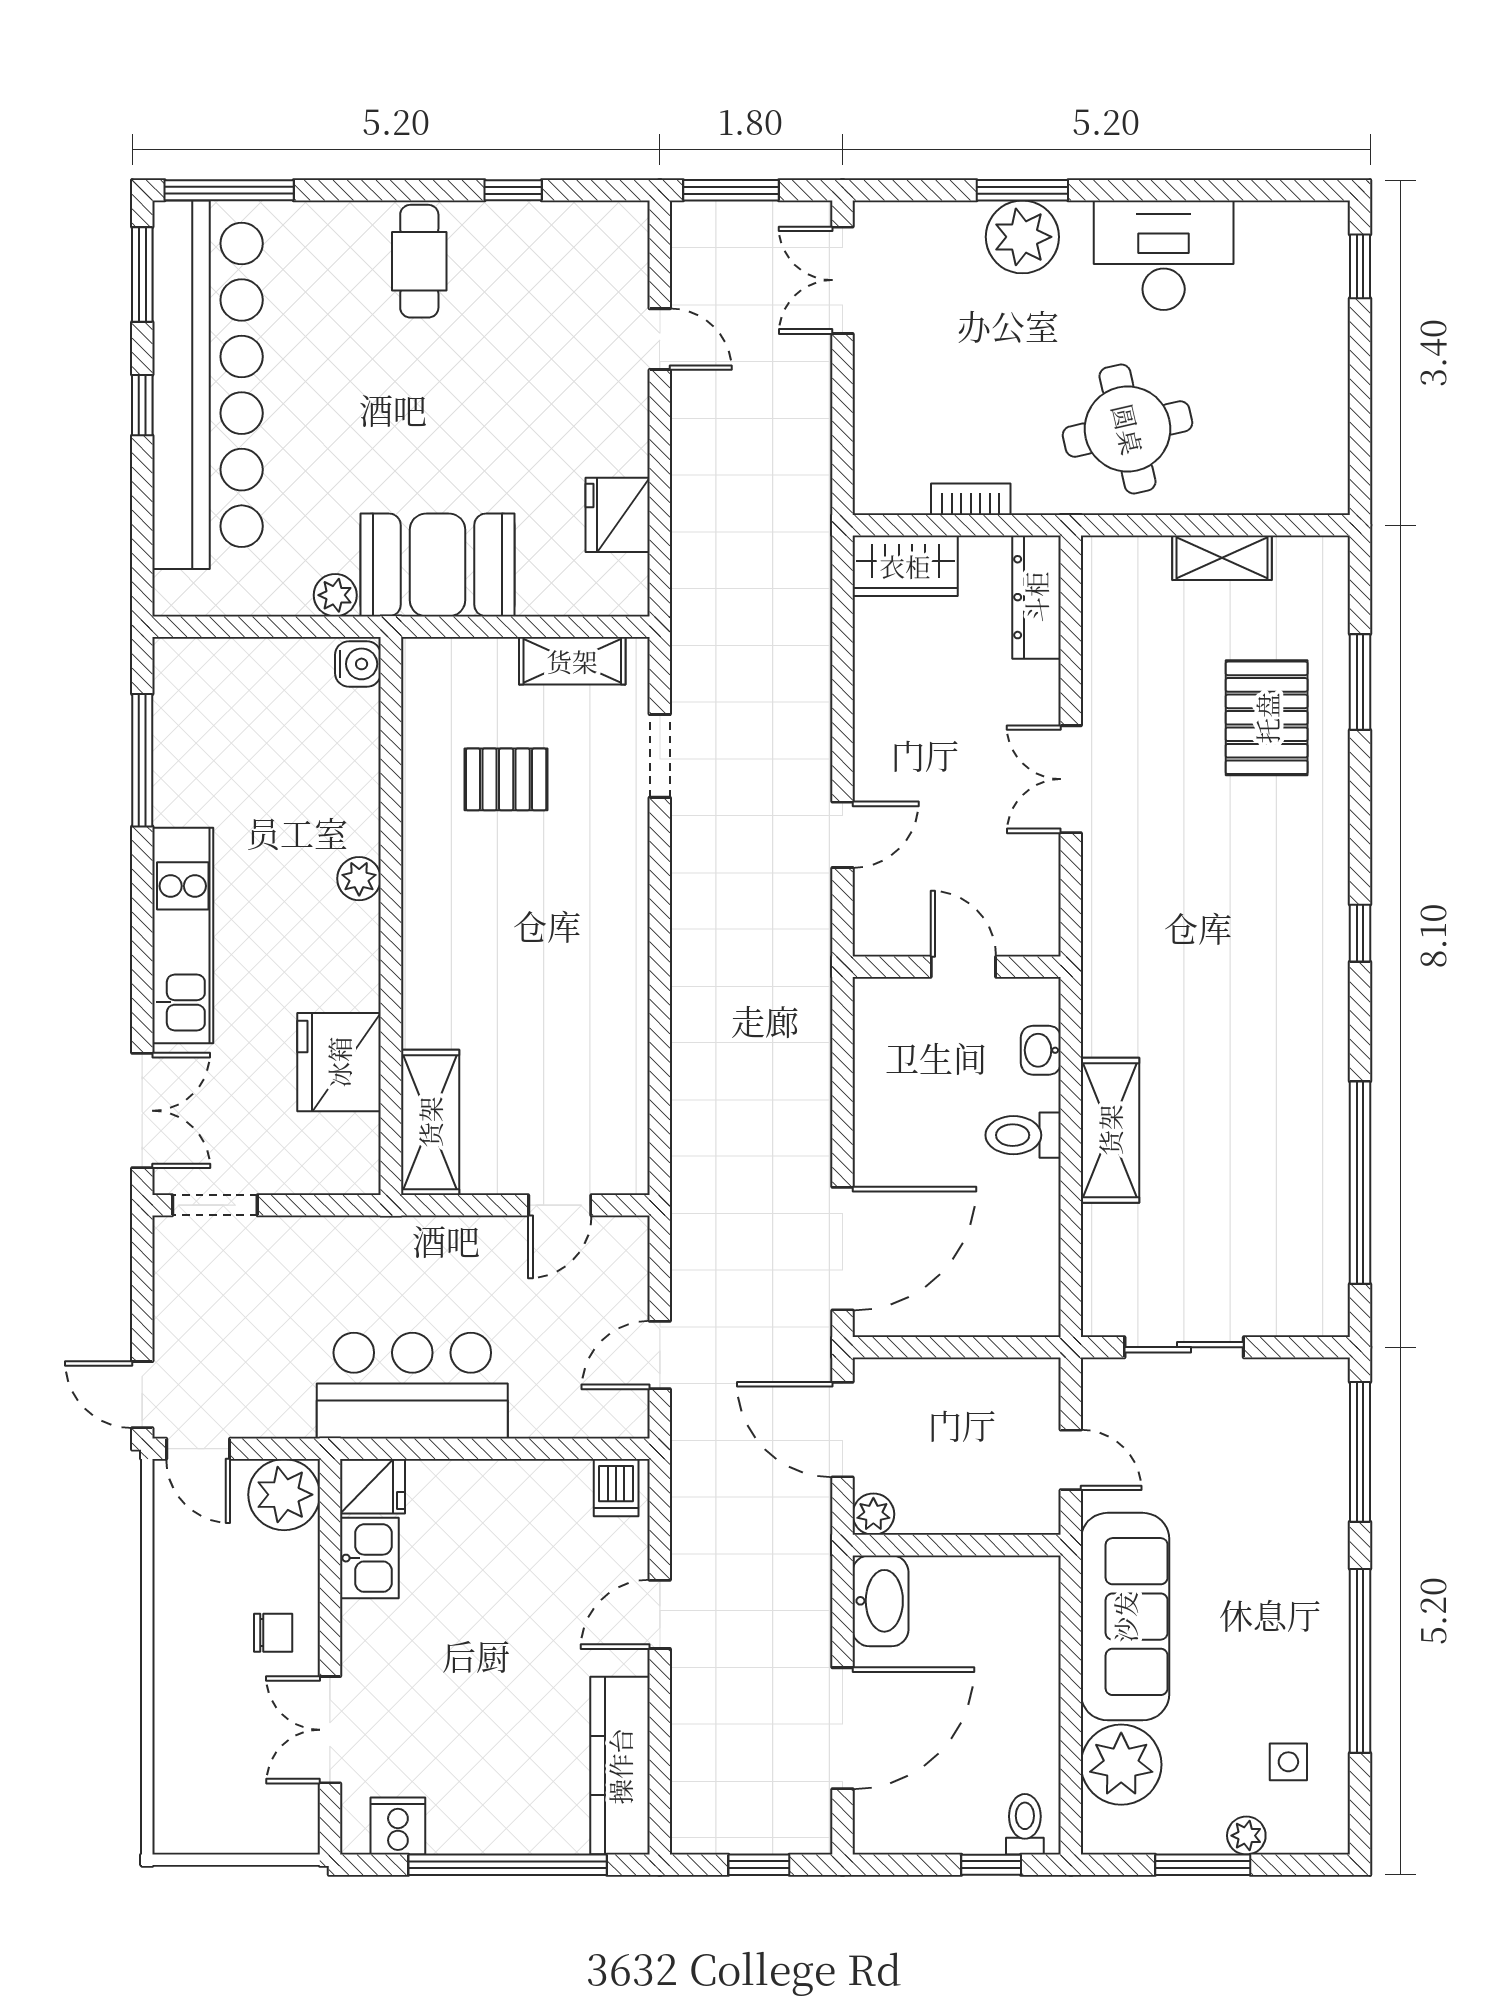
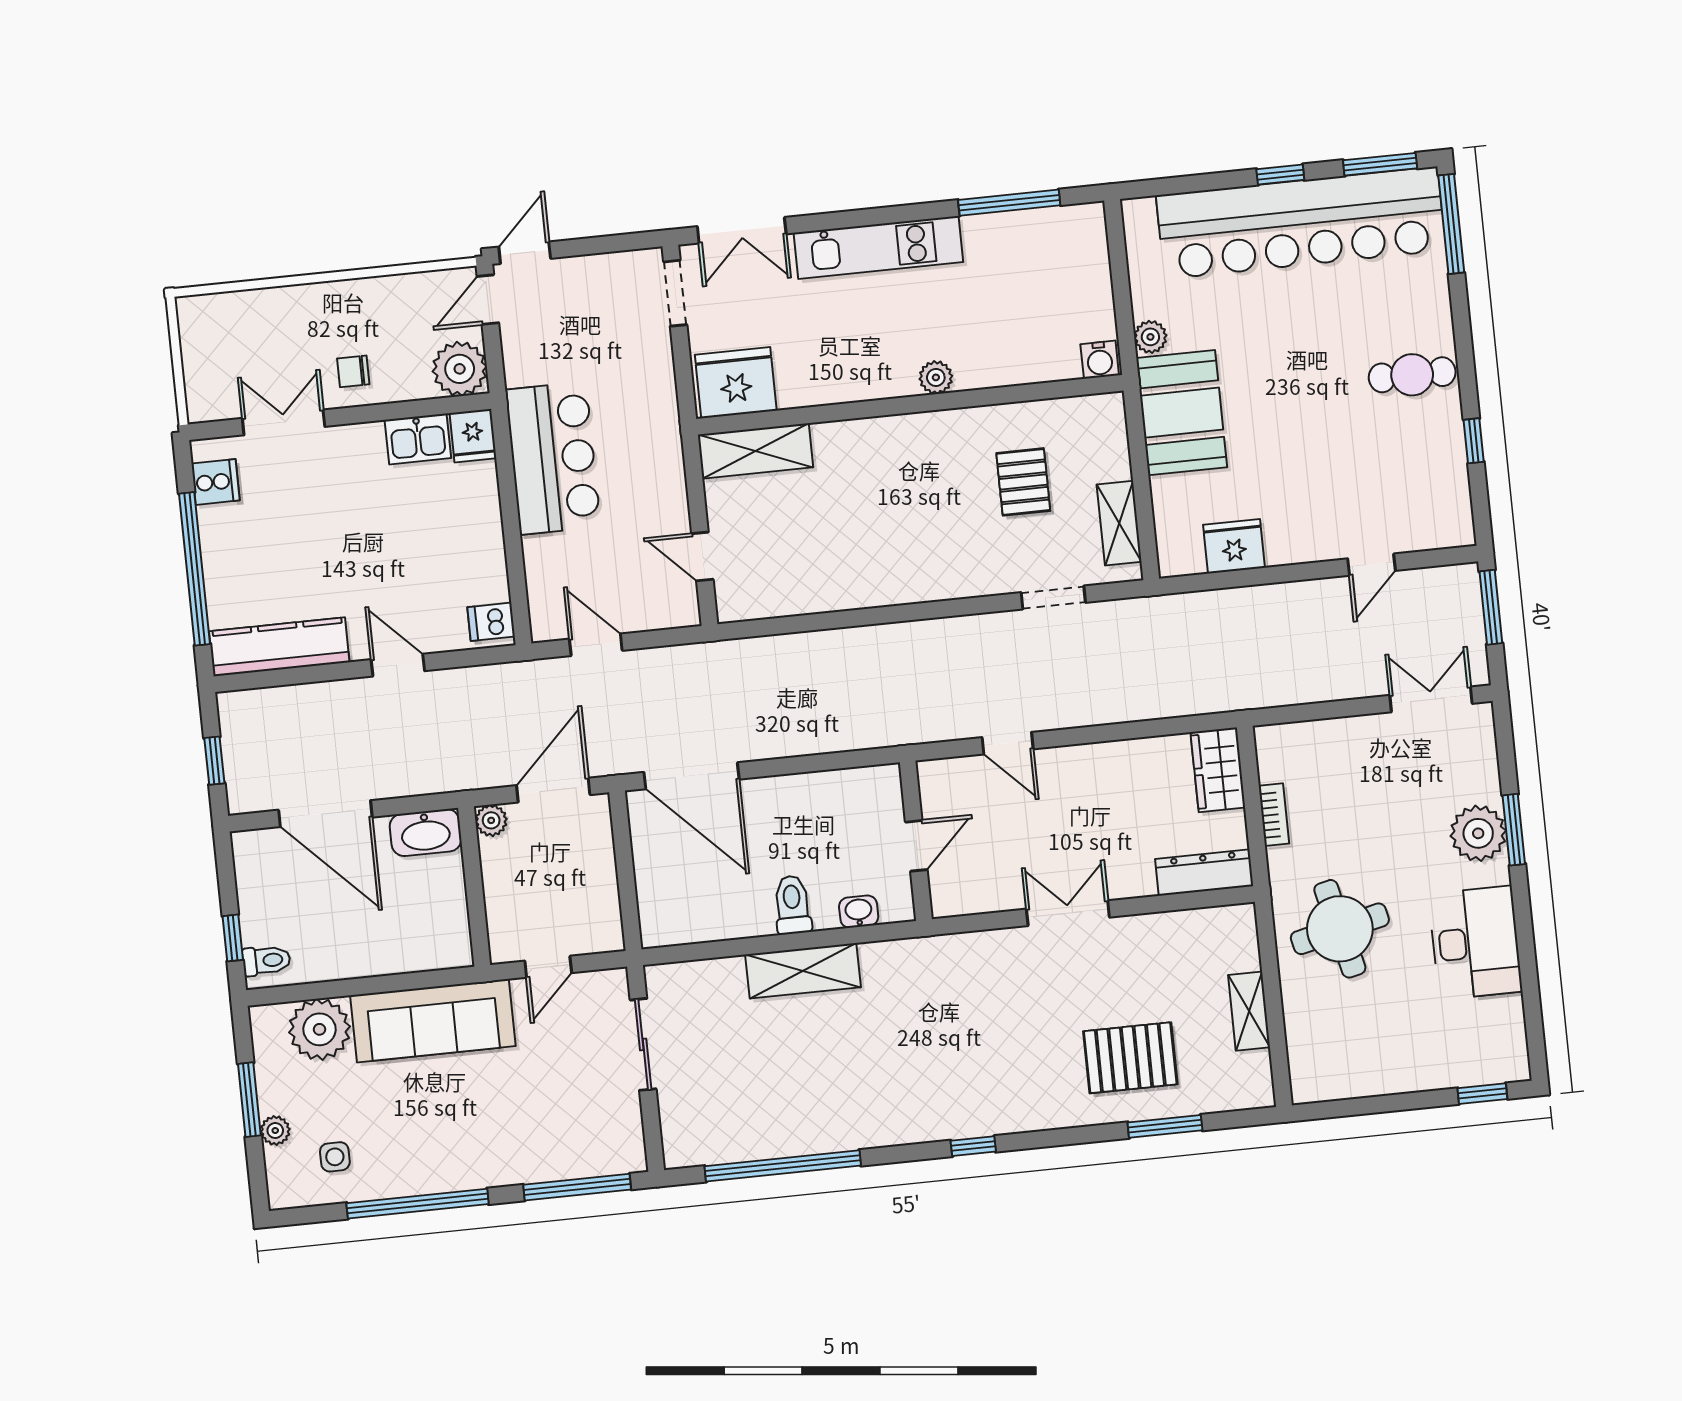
fridge: (339, 1062) -> (736, 383), moved
chair: (273, 1633) -> (353, 371), turned 90

